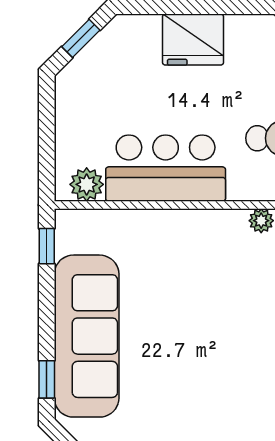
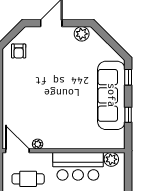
window: (47, 246) -> (128, 115), moved

